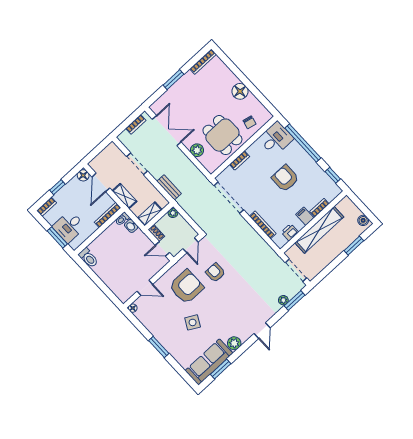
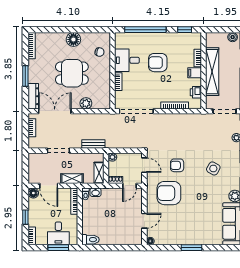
dresser: (163, 101) -> (33, 96), added
dining table: (222, 135) -> (72, 73), moved
desk: (276, 139) -> (127, 60), moved, turned -90
armchair: (186, 287) -> (169, 193), turned -90
side table: (193, 322) -> (213, 168), moved

